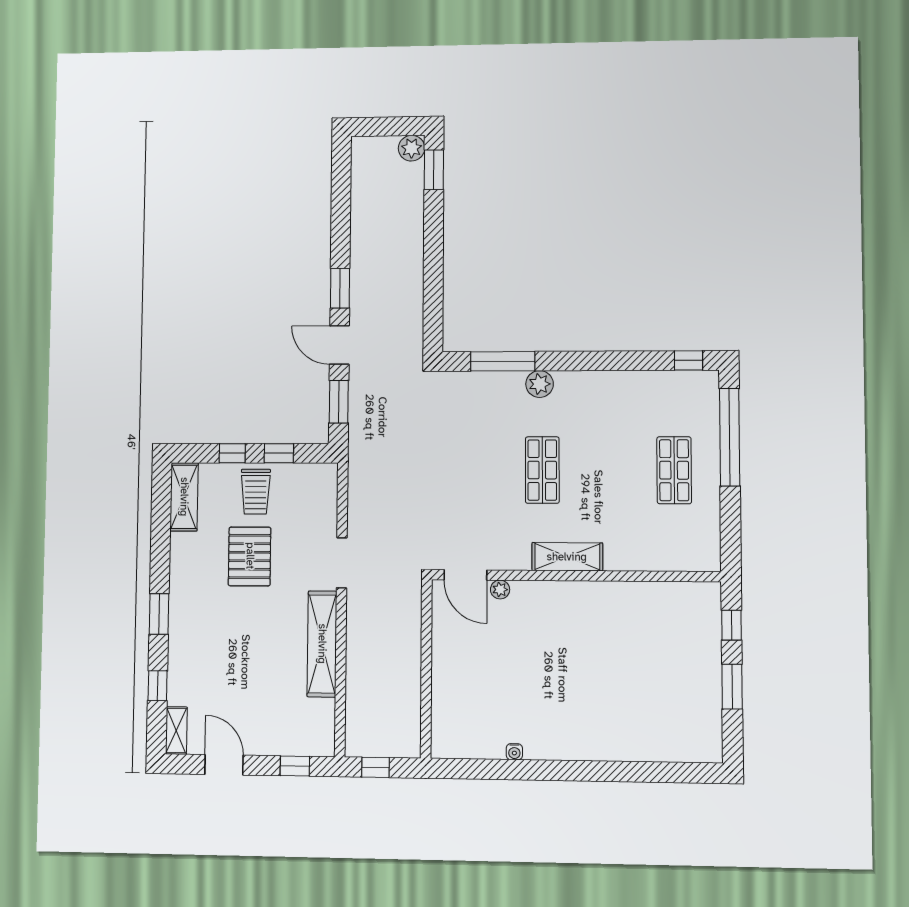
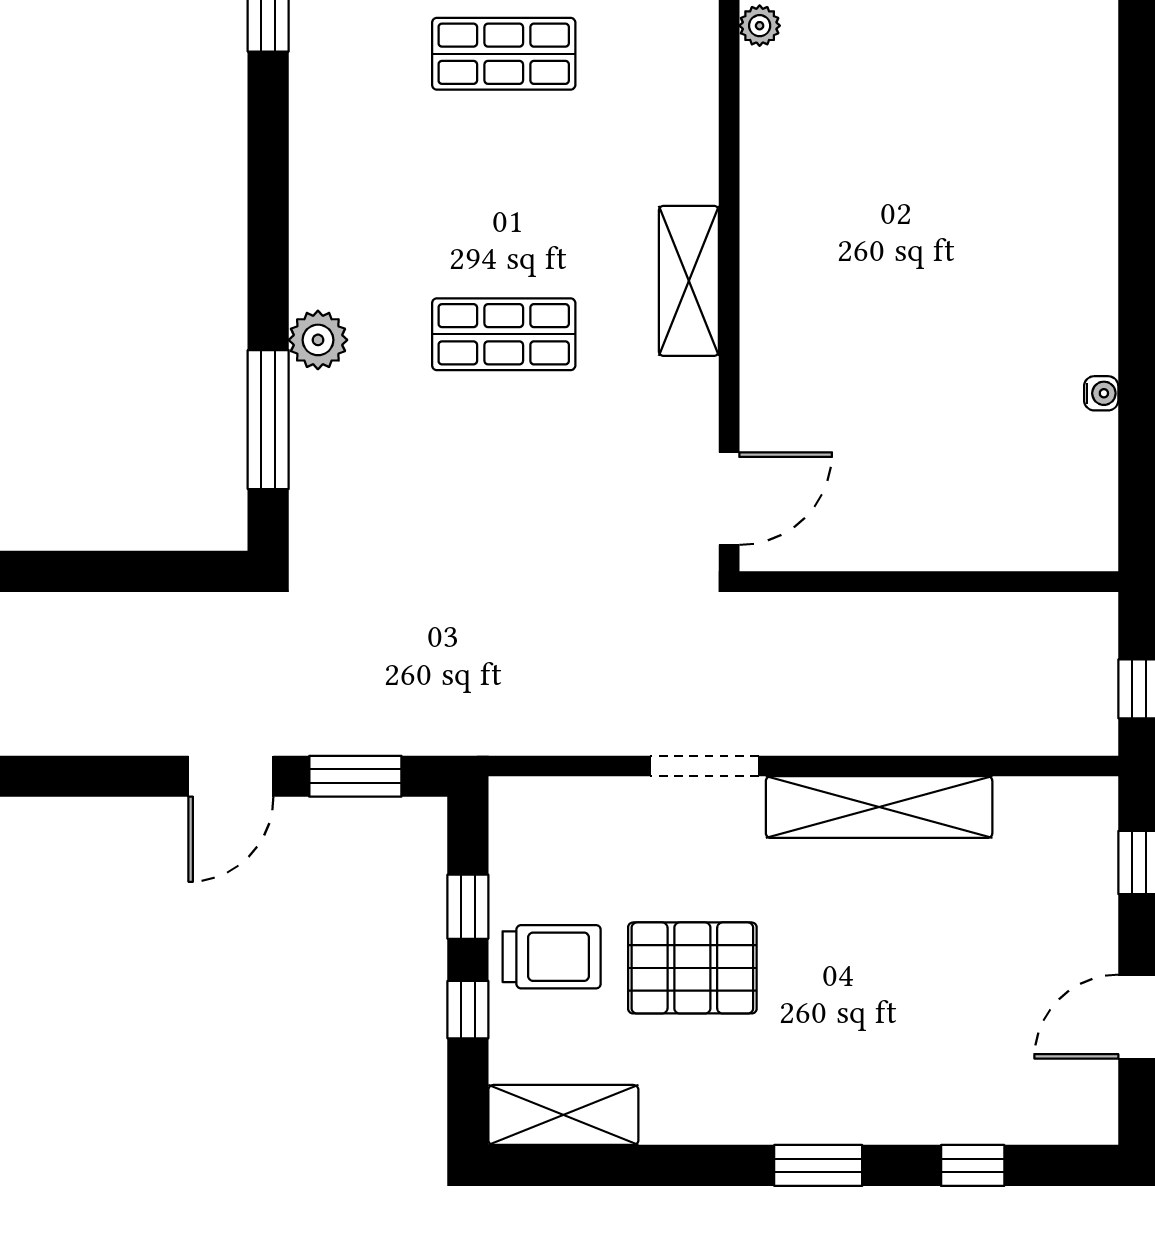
window: (340, 288) -> (106, 776), removed
plant: (500, 590) -> (760, 26), moved
shelving: (176, 731) -> (1068, 1122), removed

